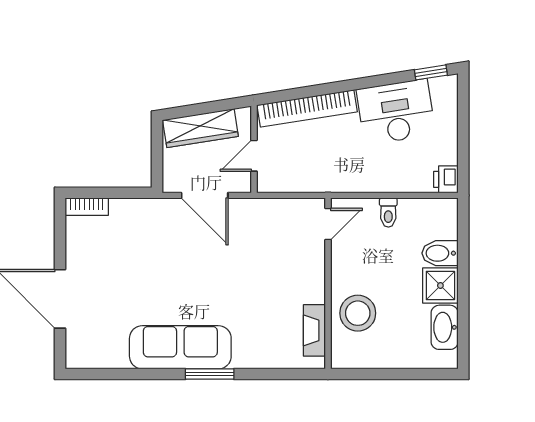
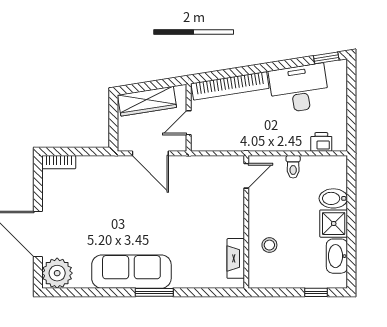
printer: (446, 179) -> (321, 142), moved, turned 90
stool: (358, 313) -> (269, 245), width x0.53, depth x0.53
plant: (85, 349) -> (57, 273), added
window: (418, 374) -> (316, 292), added

